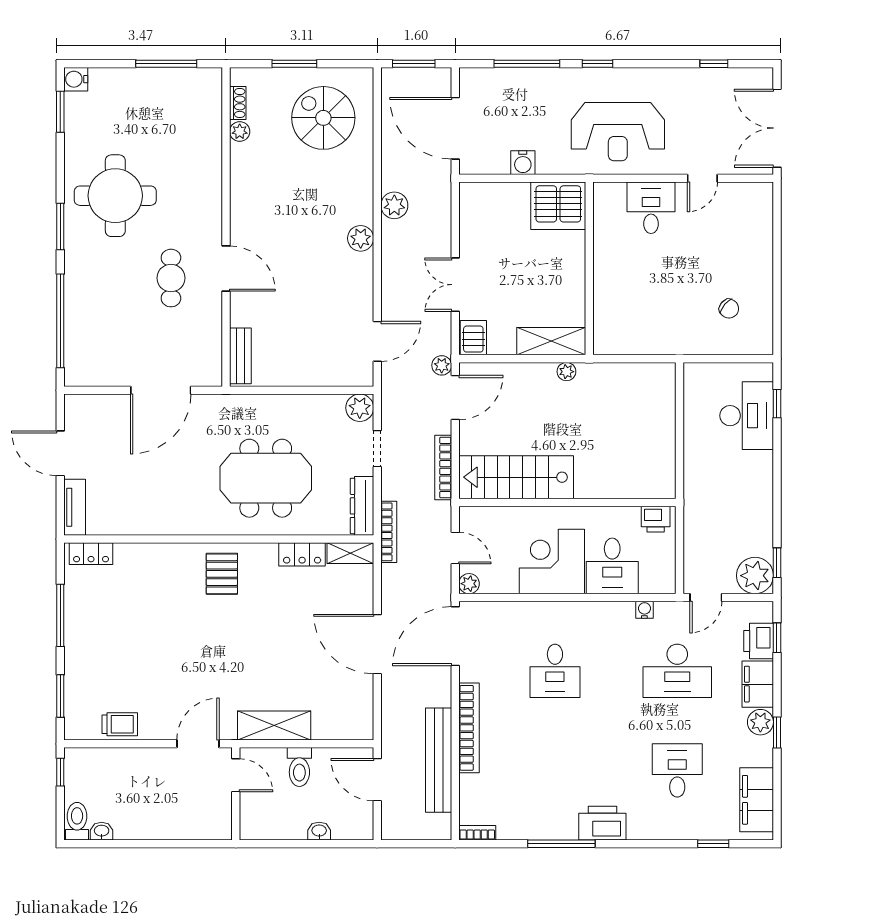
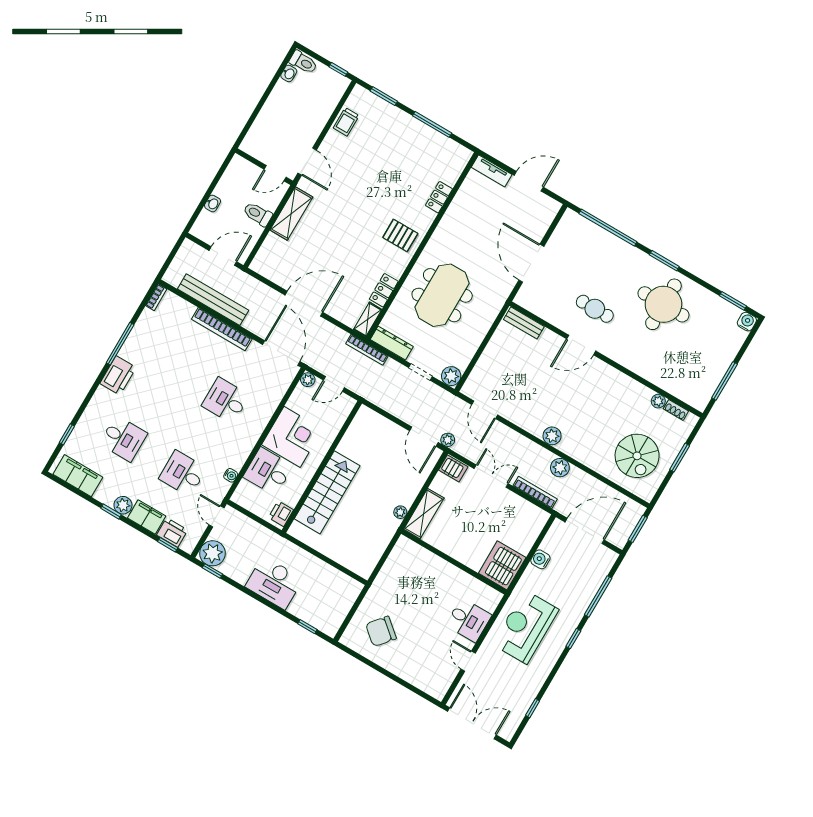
spiral stairs: (323, 118) -> (637, 456), turned 90
chair: (729, 309) -> (381, 631), width x1.87, depth x1.87
desk: (747, 416) -> (274, 583), moved
bookcase: (443, 467) -> (535, 492), moved
stairs: (516, 477) -> (327, 492), moved
locker: (91, 554) -> (439, 197), moved
desk: (677, 671) -> (183, 473), width x0.73

